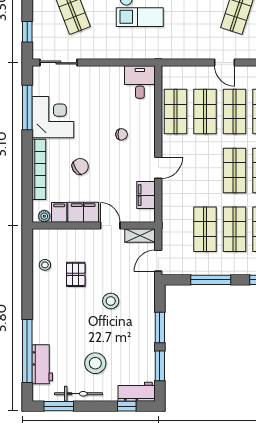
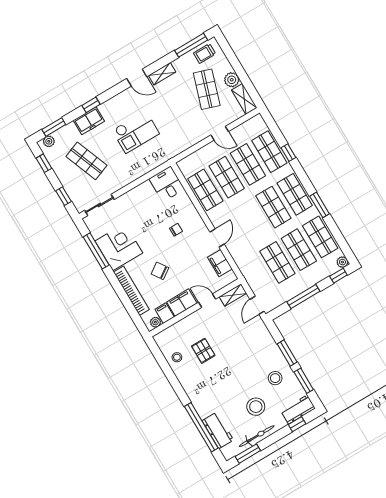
chair: (80, 166) -> (160, 271), turned -93
stool: (111, 301) -> (275, 378), moved

